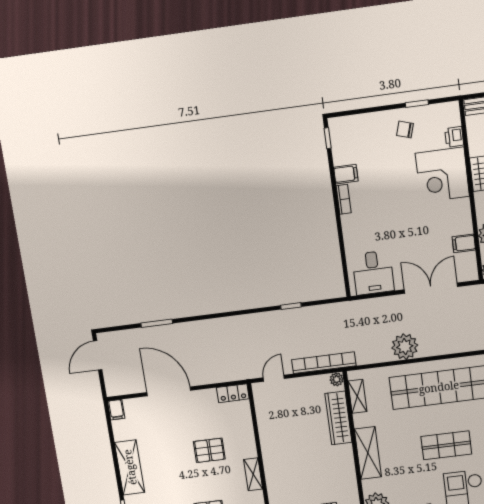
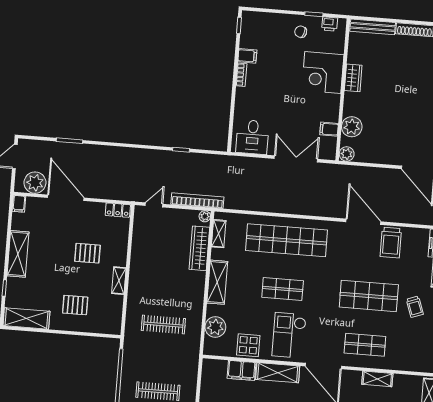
printer: (454, 137) -> (330, 24), moved, turned -90
plant: (405, 347) -> (35, 183), moved

